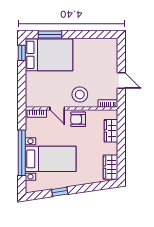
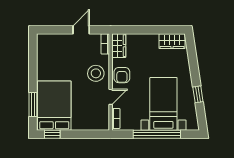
wardrobe: (111, 131) -> (119, 46), moved, turned -90

